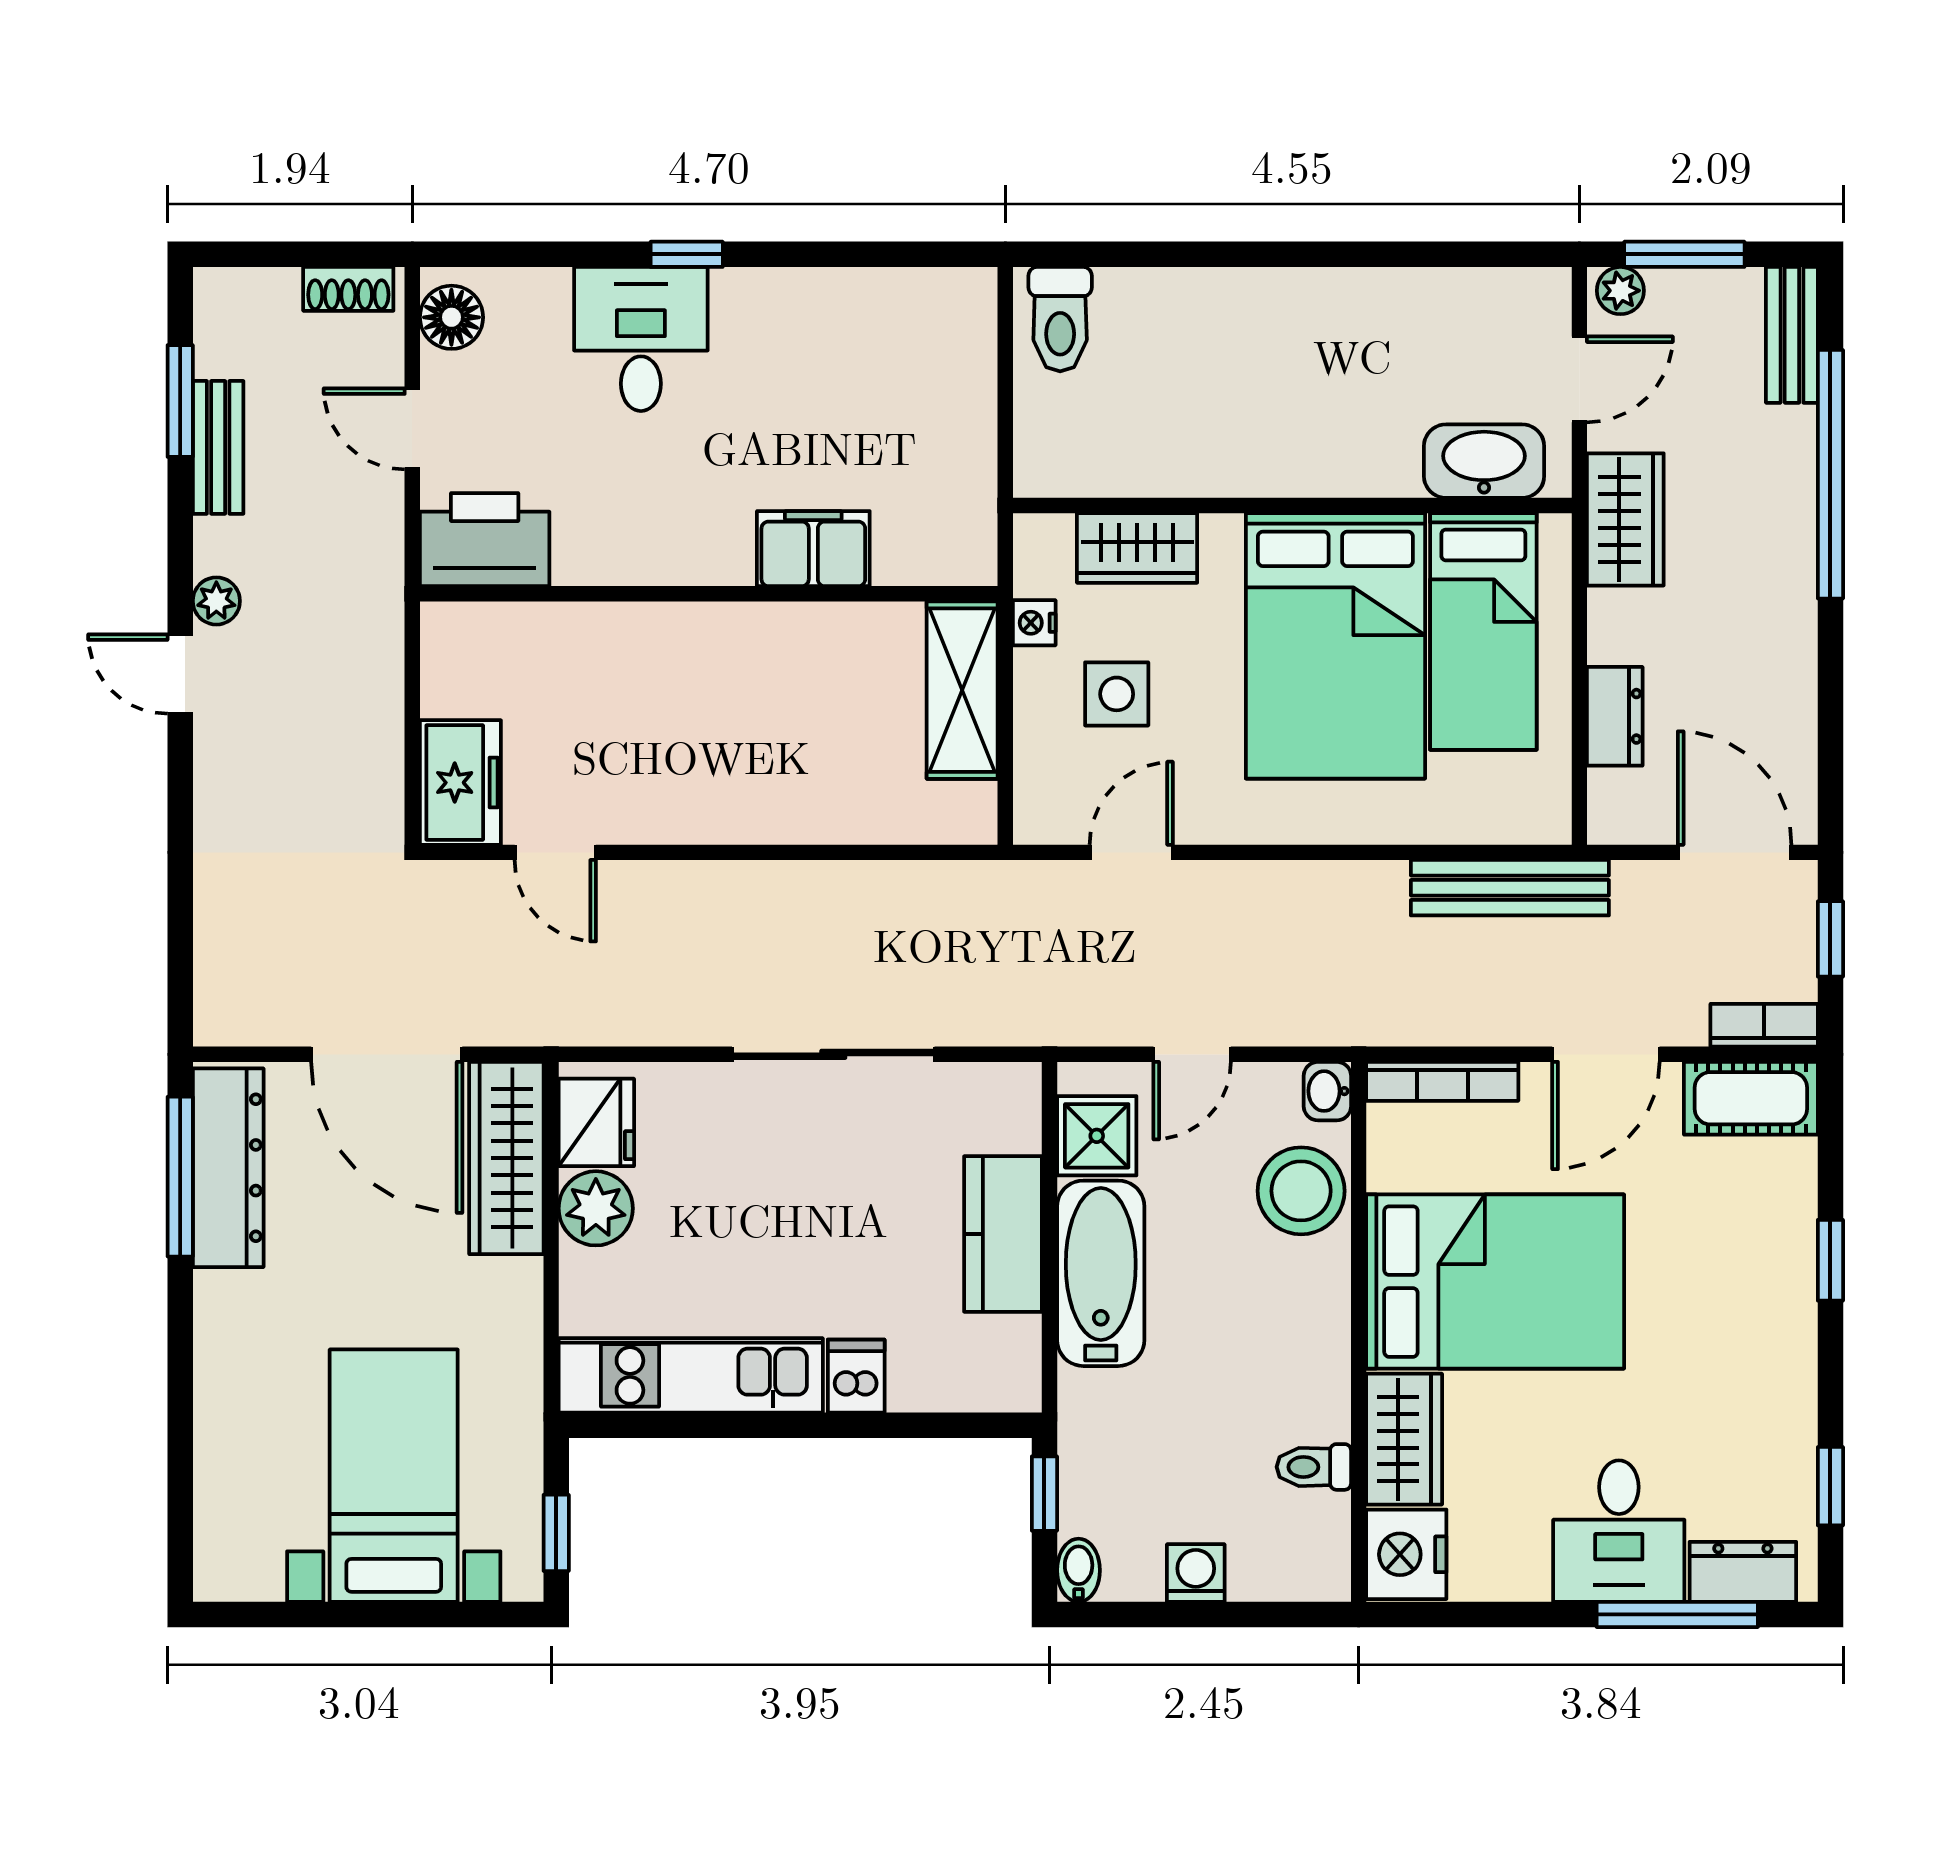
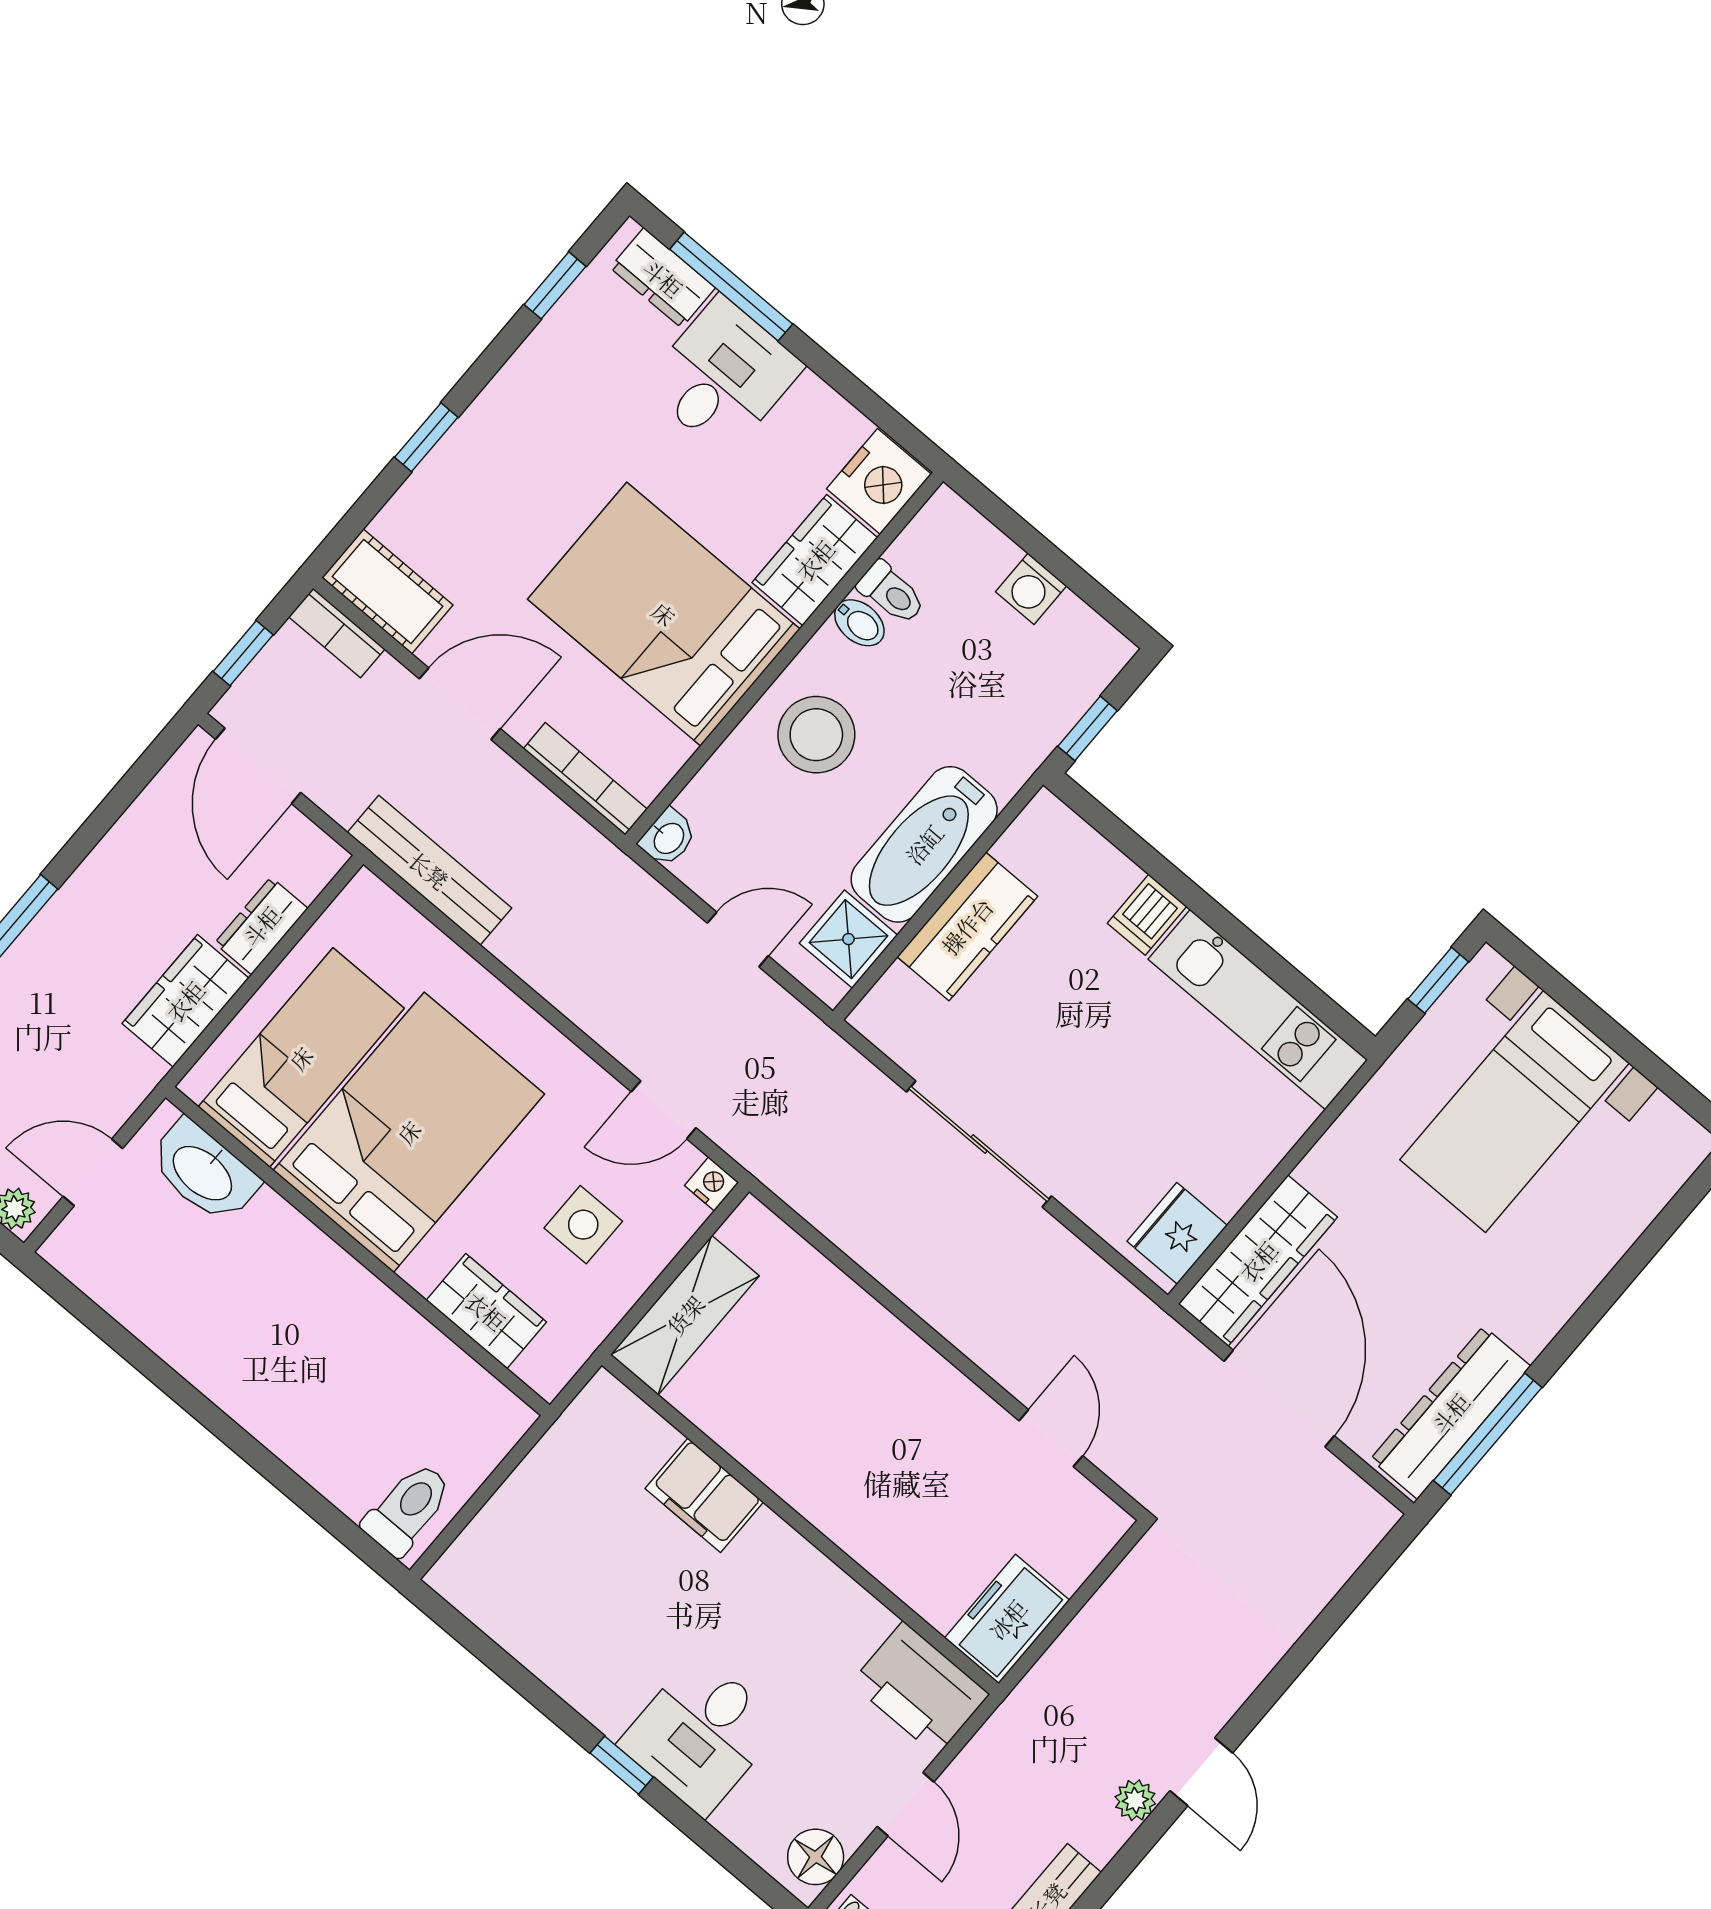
wardrobe: (1625, 519) -> (185, 1001), moved
nightstand: (1034, 623) -> (712, 1184), moved, turned -90
freezer: (460, 783) -> (1007, 1619), moved
stool: (1301, 1191) -> (816, 735), moved
plant: (596, 1208) -> (1226, 1176), removed
bidet: (1079, 1570) -> (859, 623), moved, turned -90

